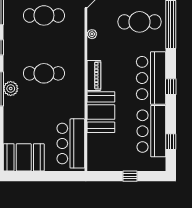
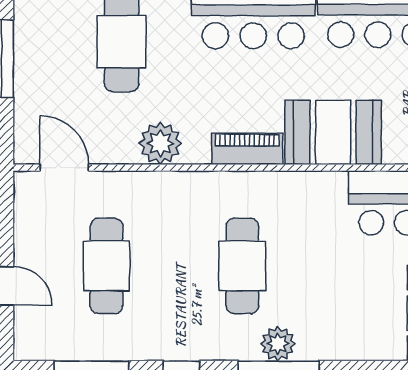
plant: (92, 34) -> (160, 143), width x1.87, depth x1.87

